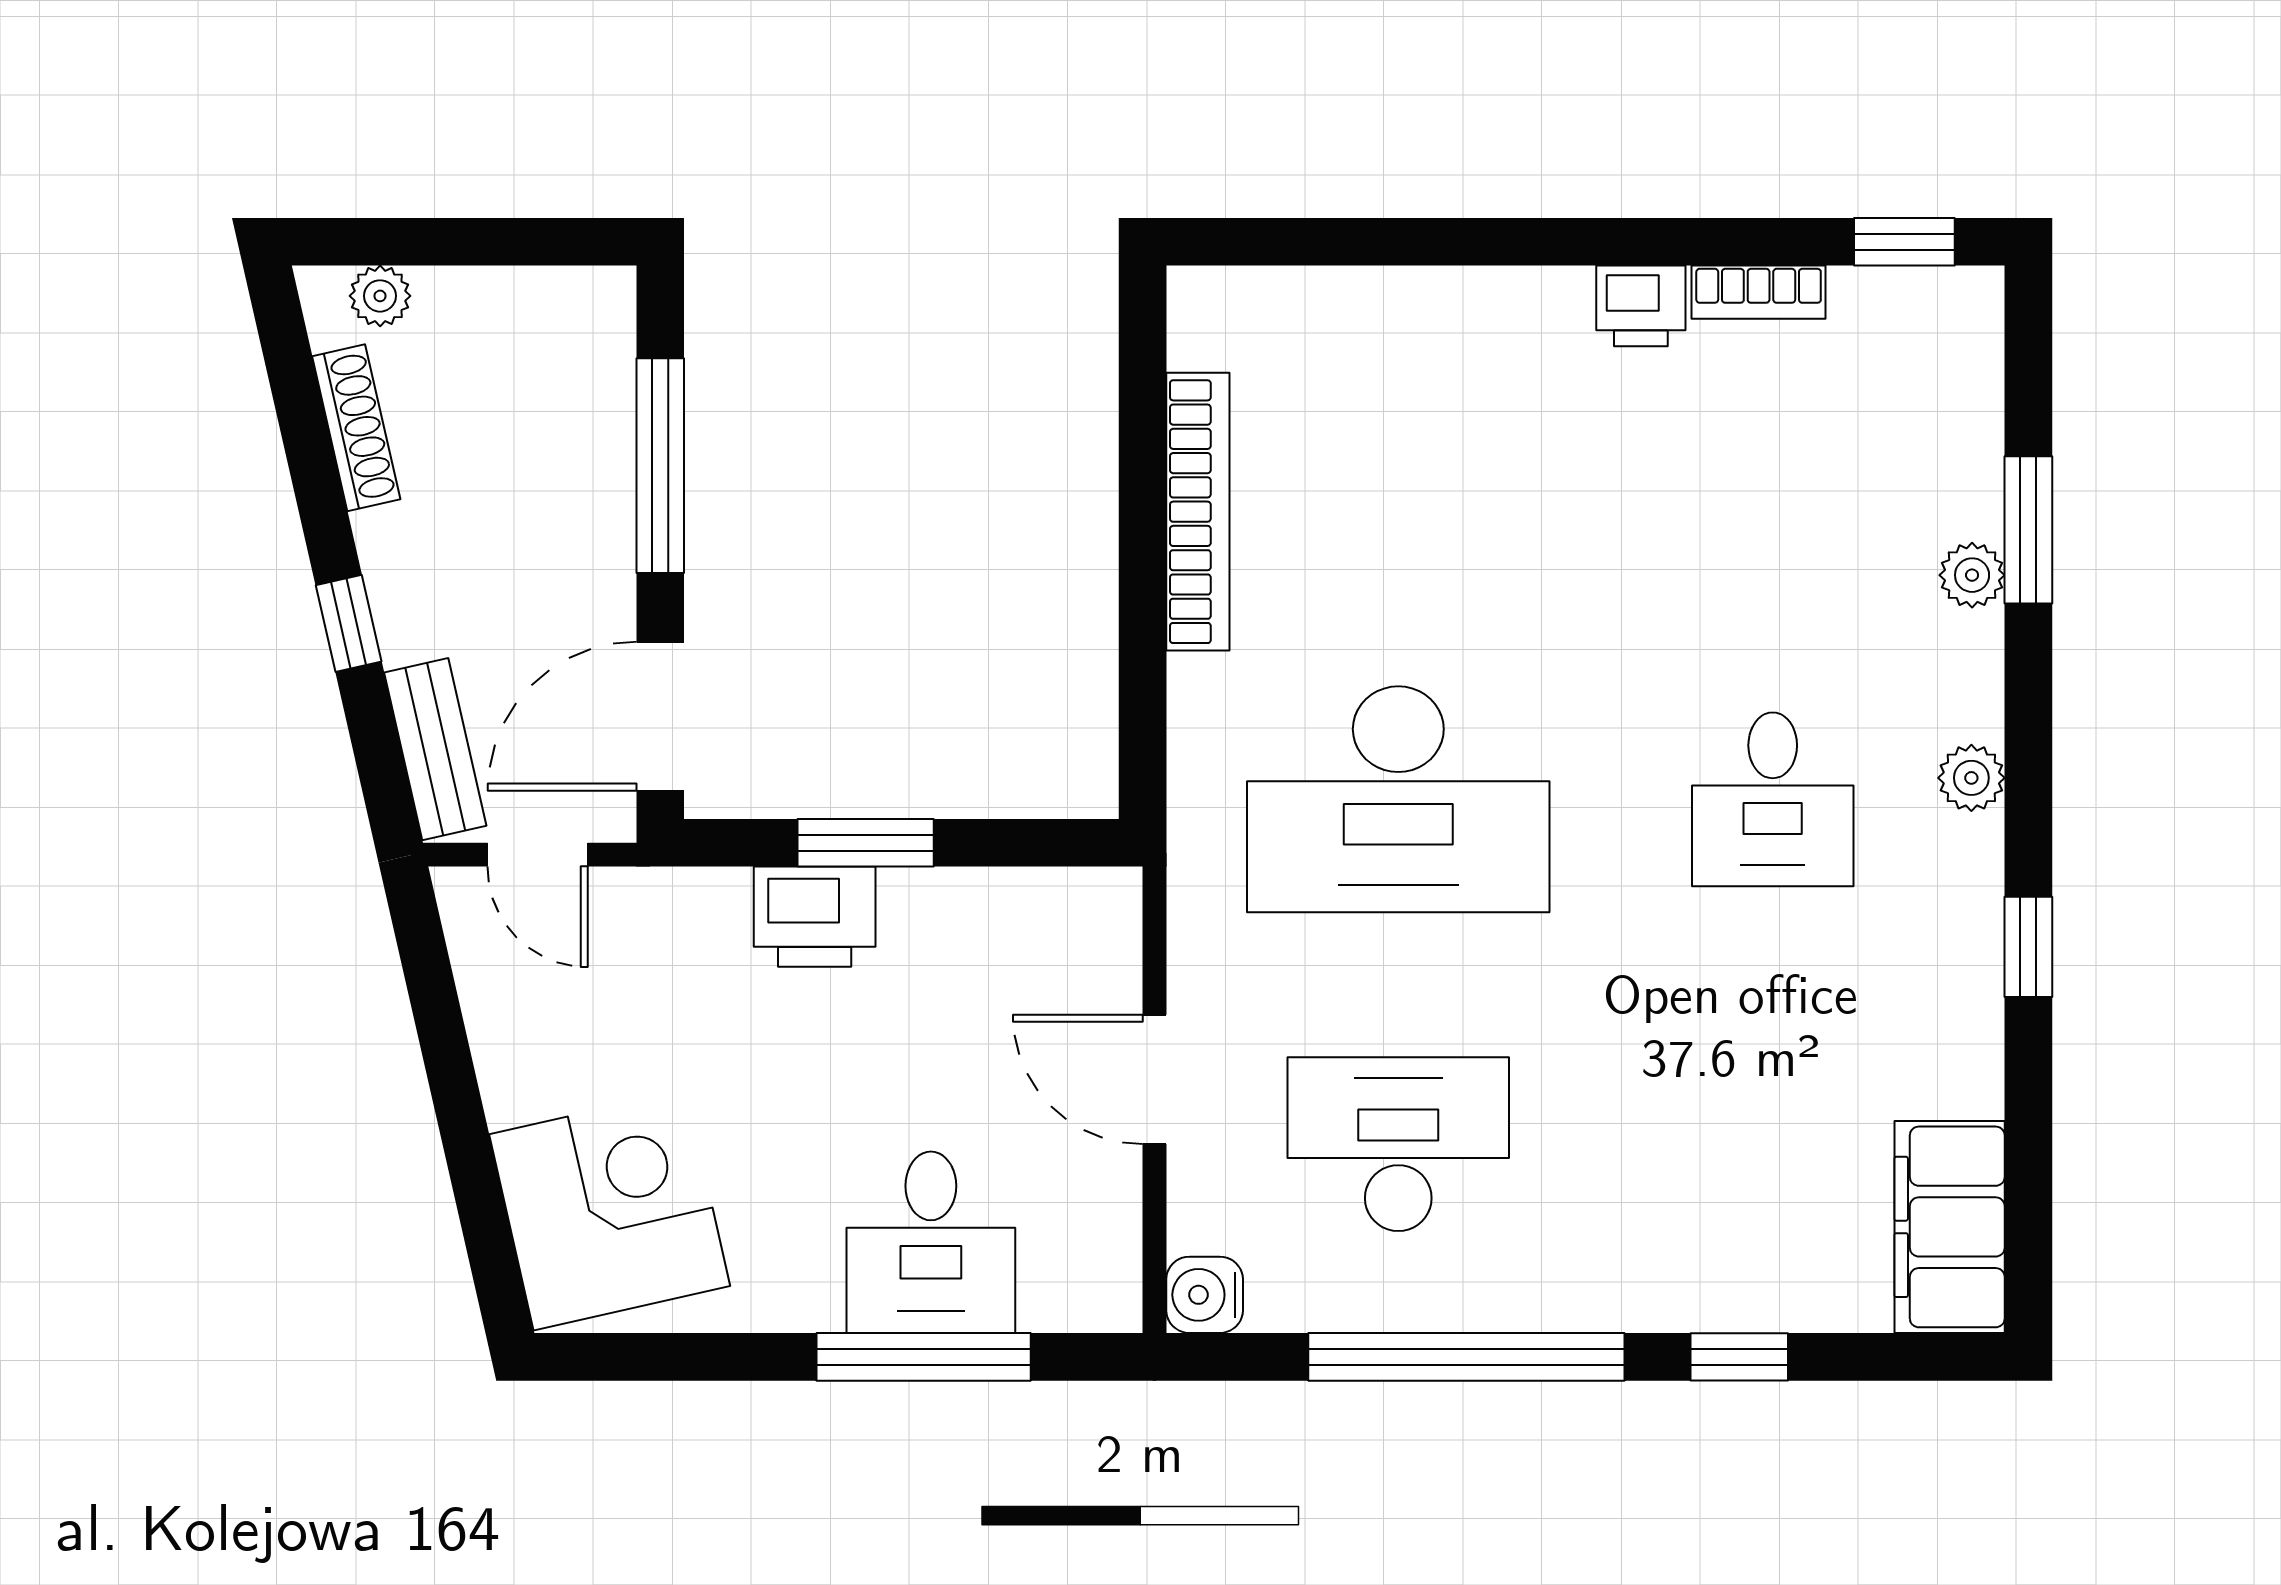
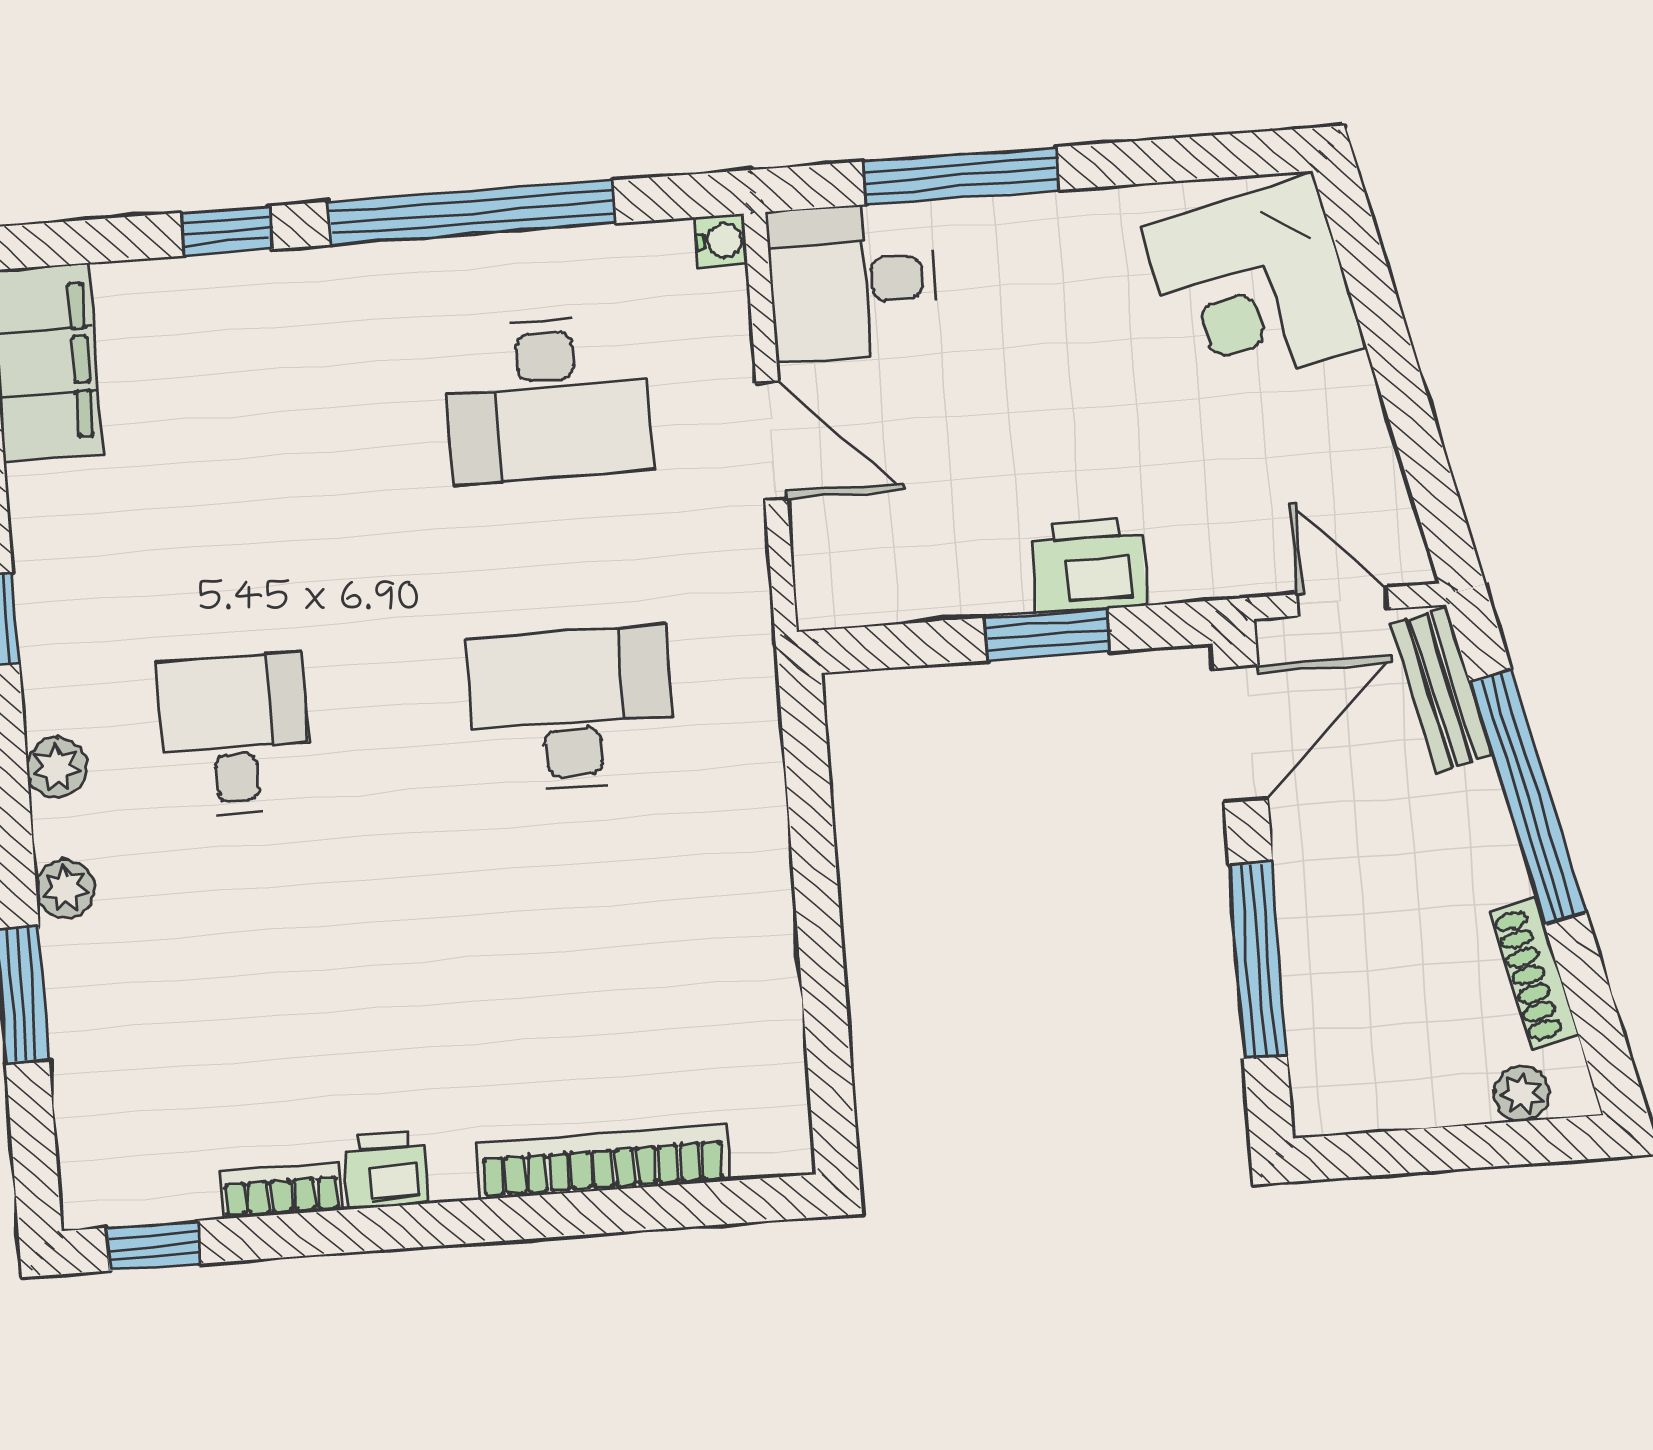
bookcase: (1198, 512) -> (602, 1162), moved, turned 90
plant: (1972, 575) -> (65, 889), moved
window: (349, 623) -> (1528, 797), width x3.17
desk: (1398, 799) -> (571, 710), width x0.73, depth x0.77
desk: (931, 1242) -> (853, 282), moved, turned -90
water cooler: (1205, 1295) -> (721, 240), width x0.72, depth x0.72

